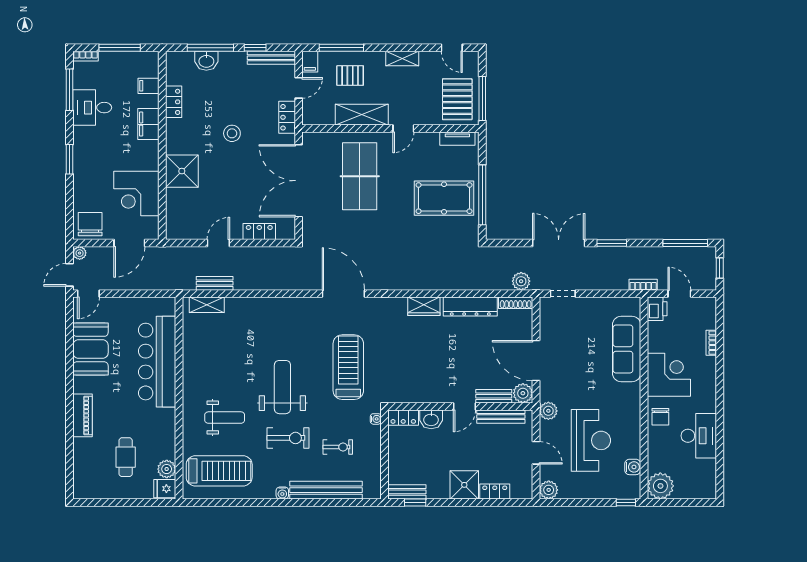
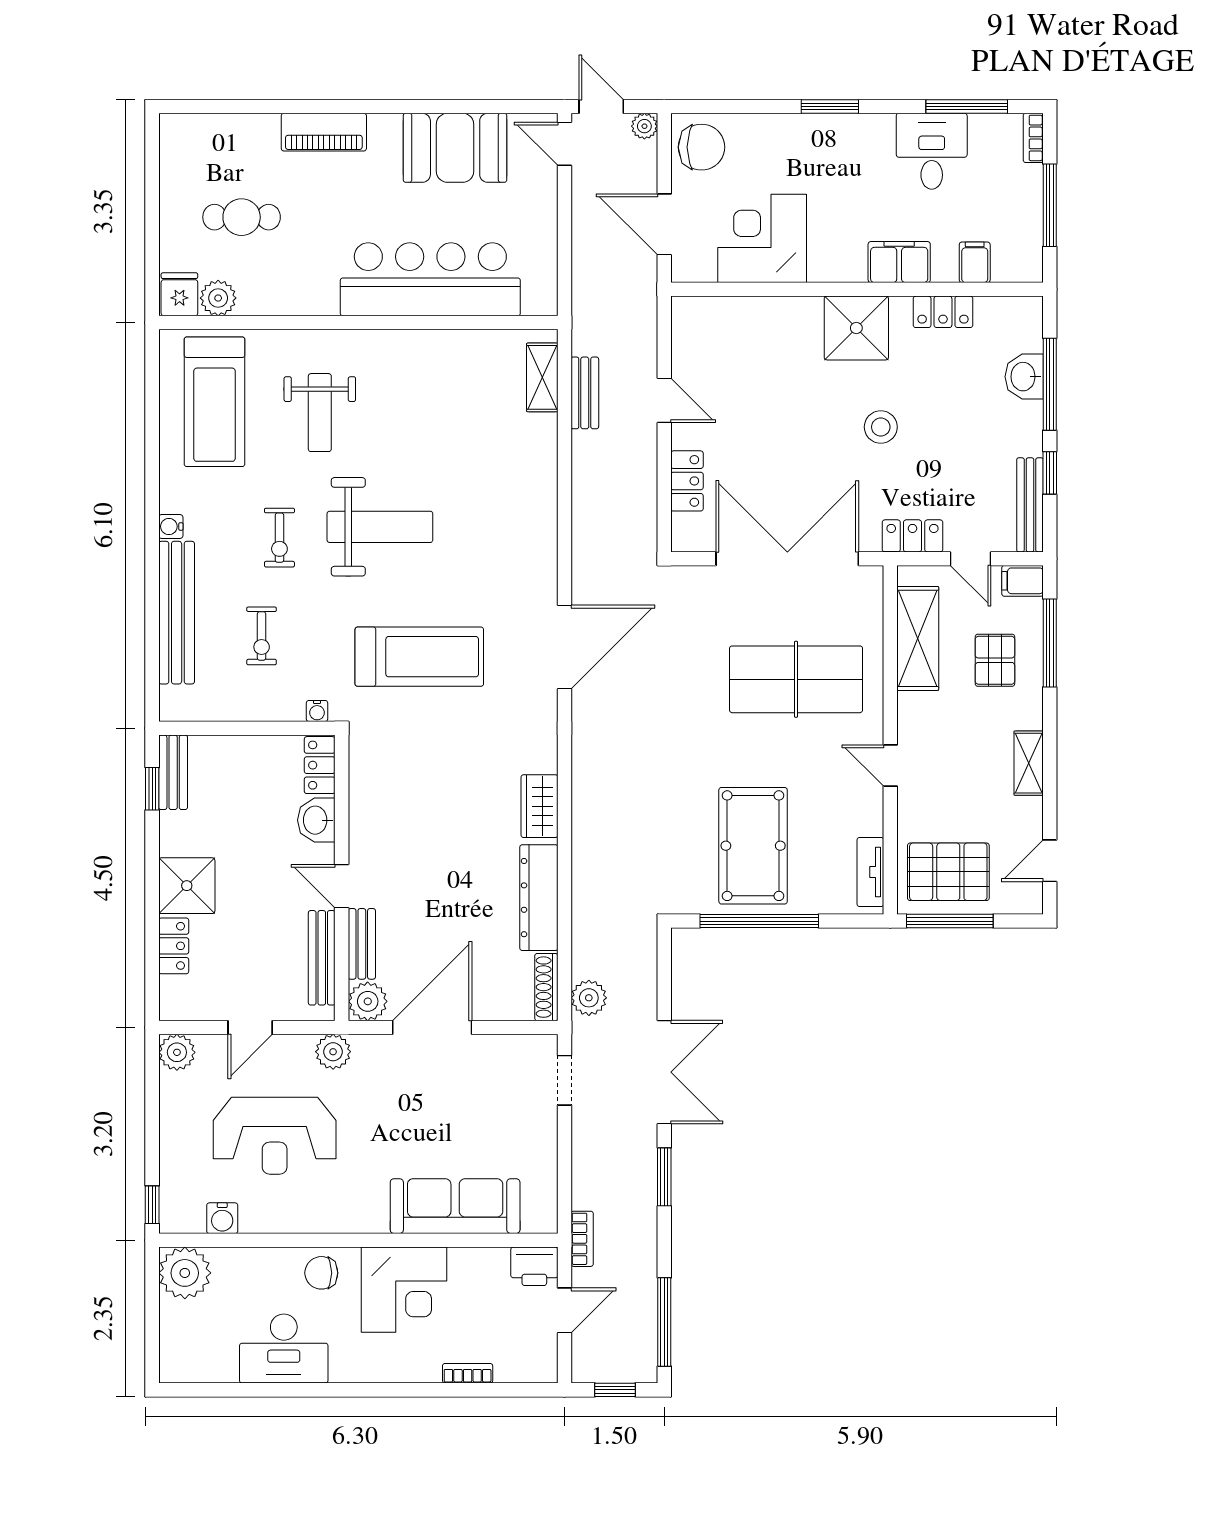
shelving: (362, 115) -> (918, 638), moved
shower: (182, 171) -> (856, 328), moved
exercise bike: (288, 438) -> (279, 538), width x0.73, depth x0.72

